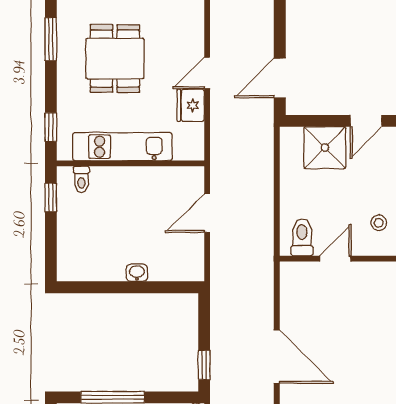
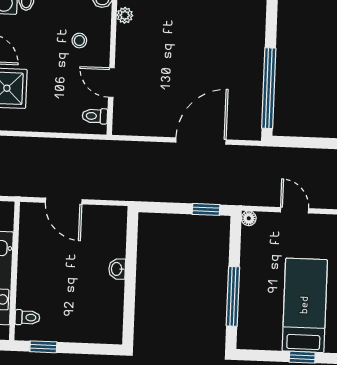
toilet: (302, 237) -> (95, 116), width x0.73, depth x0.72

